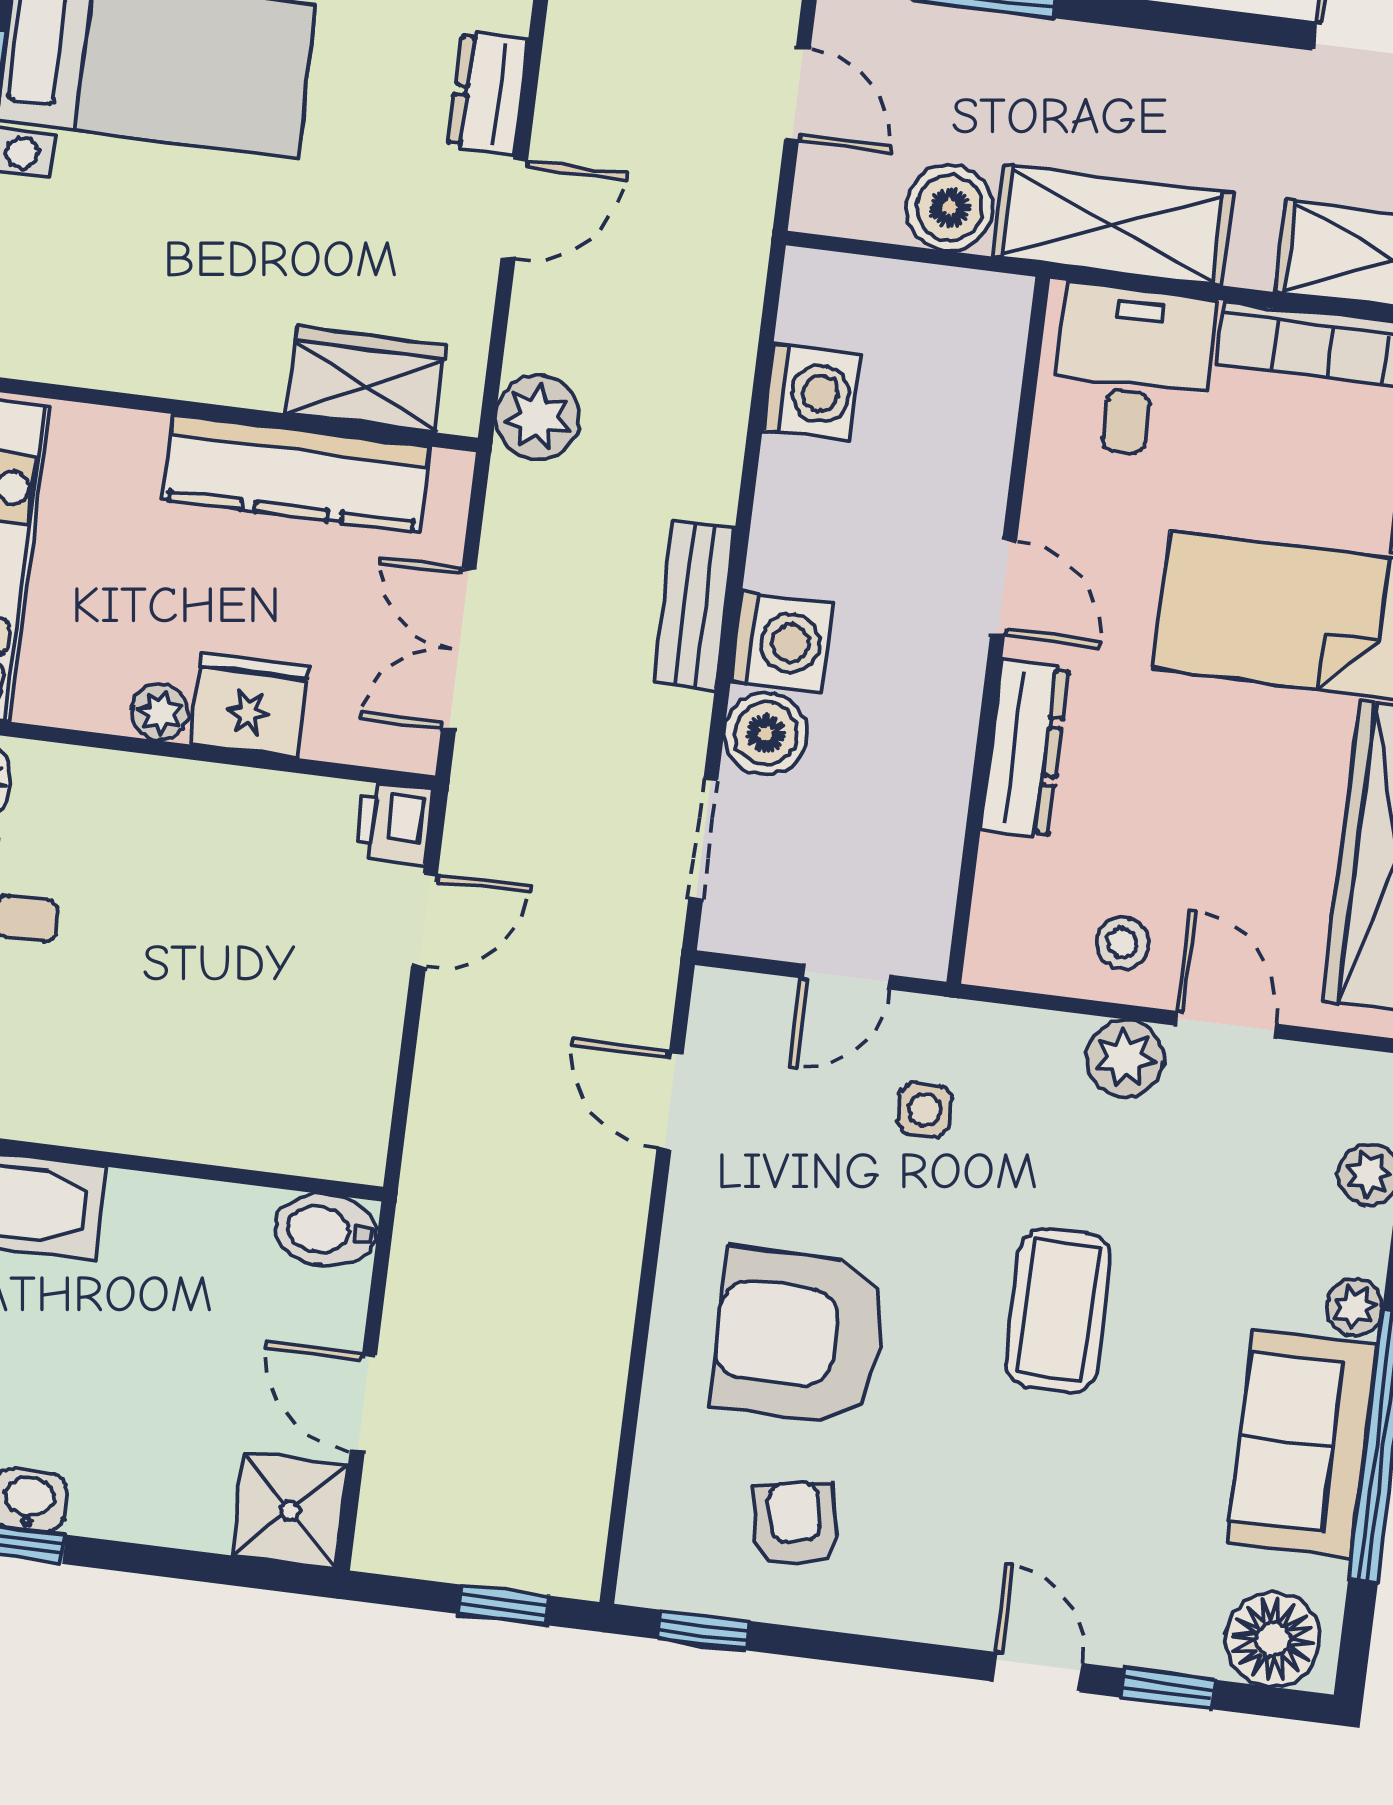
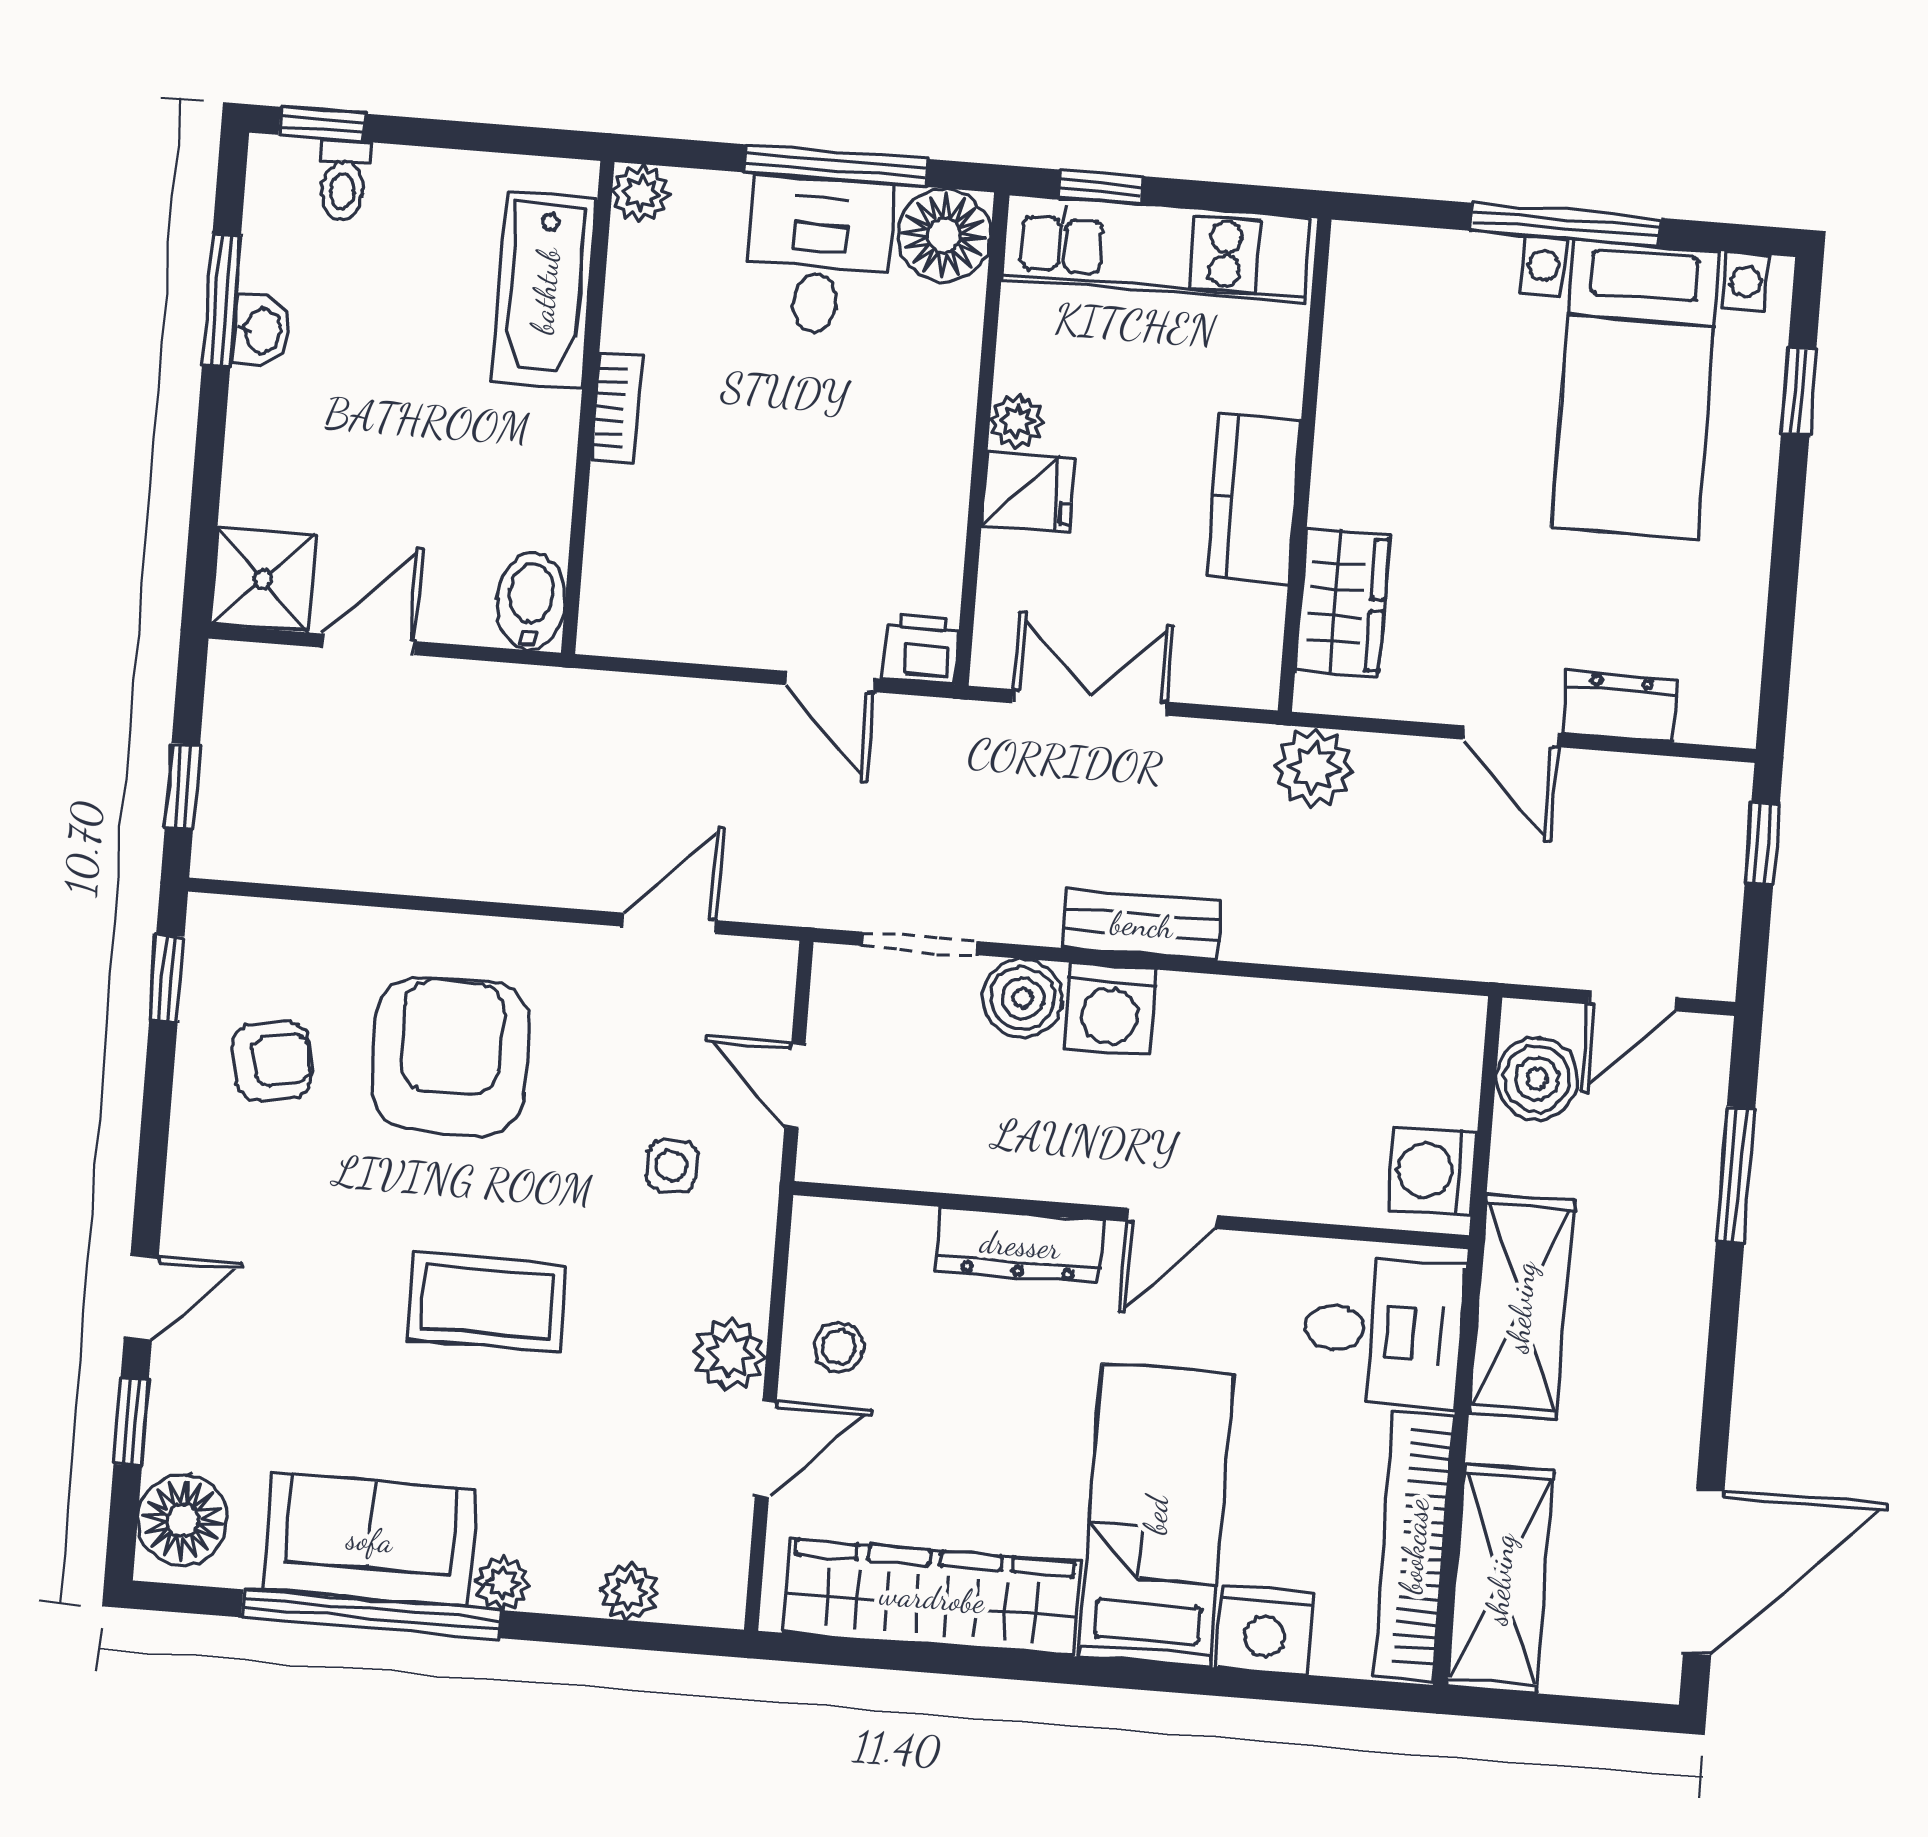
boiler: (950, 208) -> (1537, 1078), moved
washing machine: (812, 392) -> (1432, 1171), moved, turned 90
kitchen counter: (296, 473) -> (1253, 499), width x0.67
fridge: (249, 705) -> (1028, 492), width x0.72
bookcase: (127, 1132) -> (616, 408), added

